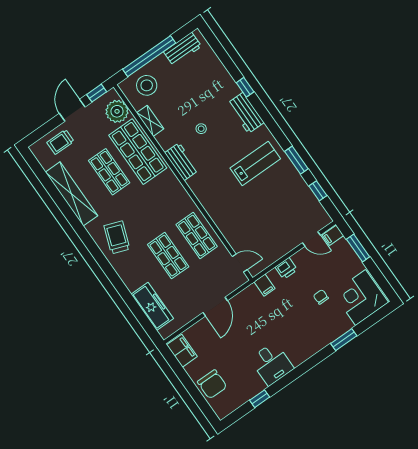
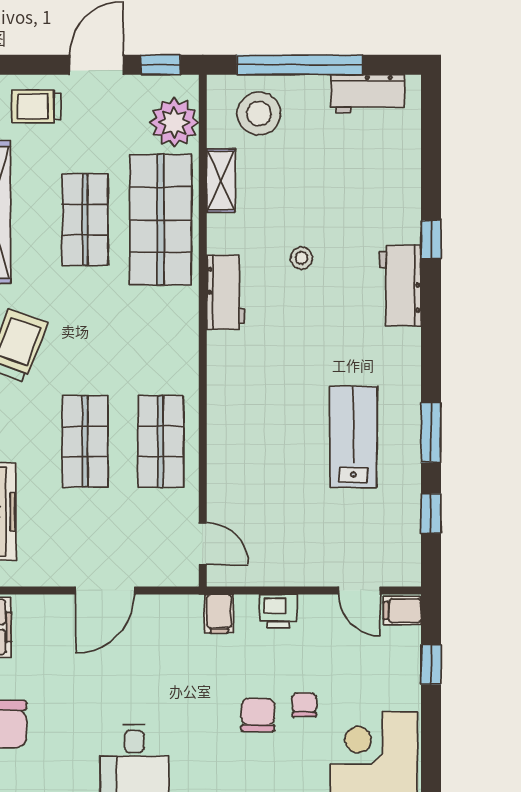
lab bench: (255, 163) -> (353, 437), moved, turned -90
window: (358, 248) -> (431, 664), width x0.67
chair: (306, 313) -> (258, 715), added

